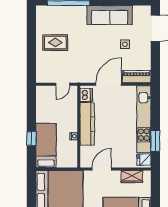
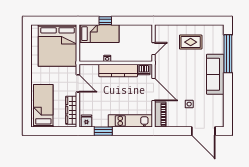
sofa: (110, 15) -> (215, 74), moved
rug: (55, 43) -> (191, 42), turned 90
door: (63, 84) -> (153, 49), swing flipped
kitchen unit: (144, 119) -> (130, 121), width x0.73
wardrobe: (132, 177) -> (71, 110), width x1.50

